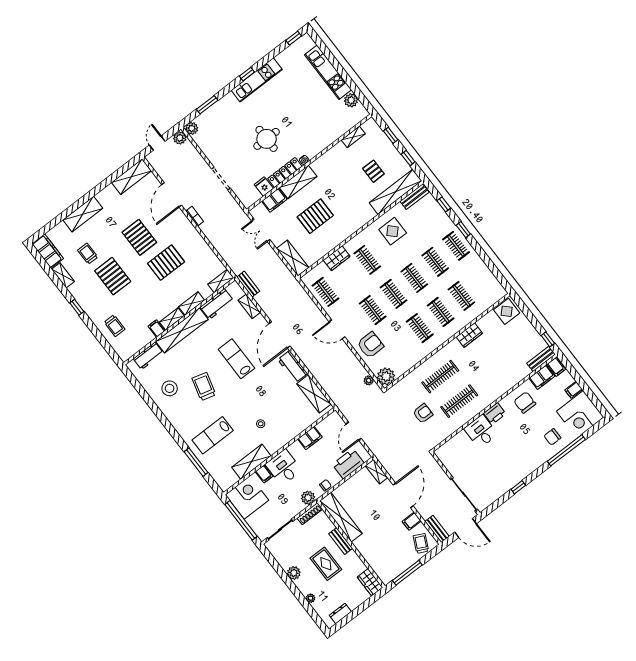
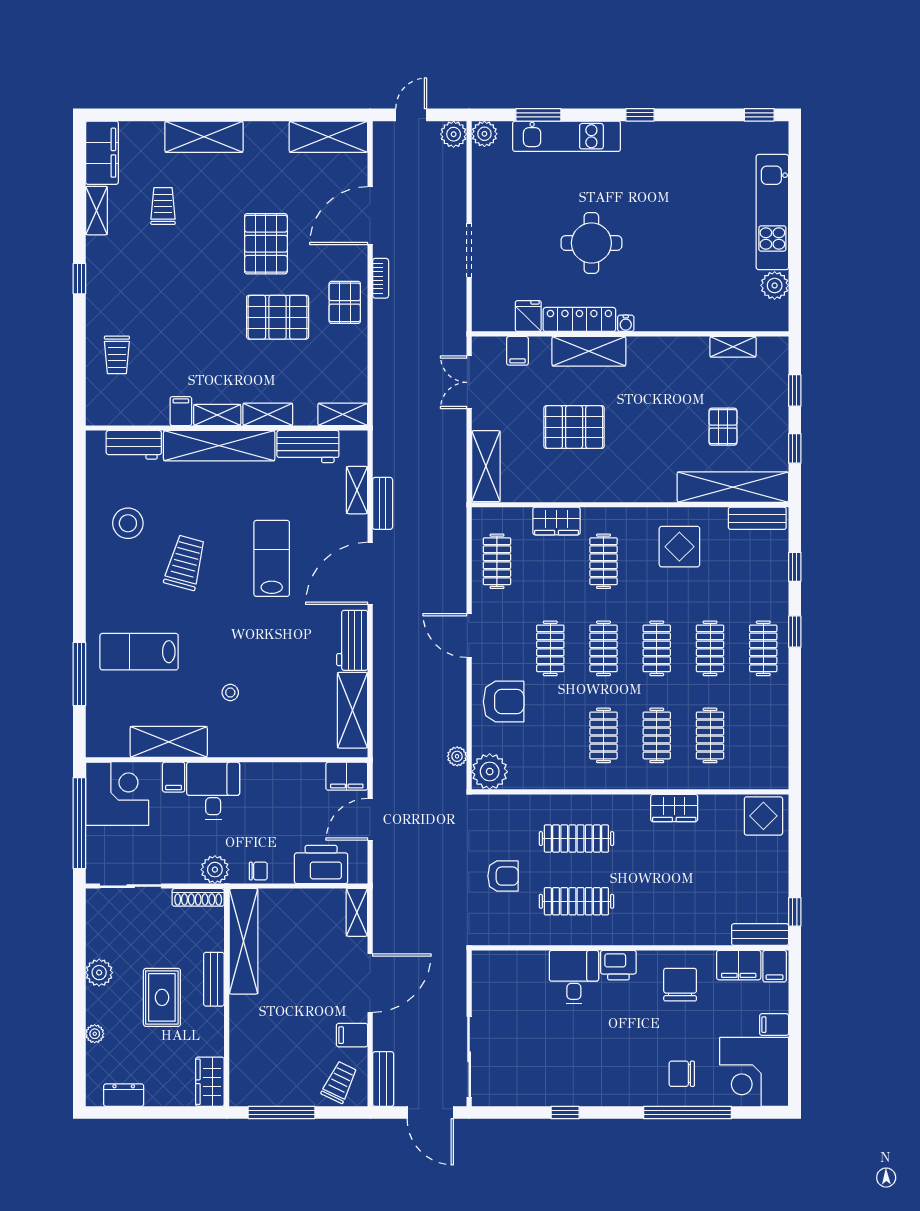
kitchen unit: (257, 80) -> (567, 136), moved
filing cabinet: (274, 200) -> (518, 351), width x0.50
pallet: (113, 276) -> (345, 302), moved, width x0.67, depth x0.71
bench: (248, 284) -> (383, 503), moved
filing cabinet: (310, 438) -> (347, 776), moved

